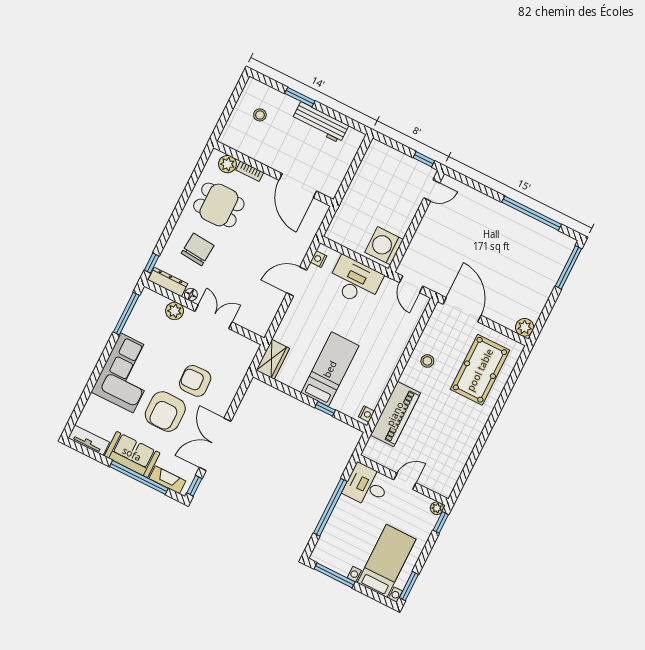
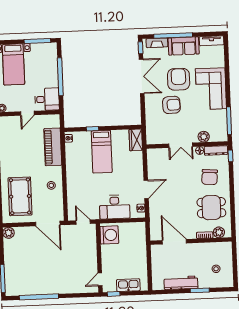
kitchen sink: (396, 160) -> (128, 285), added

